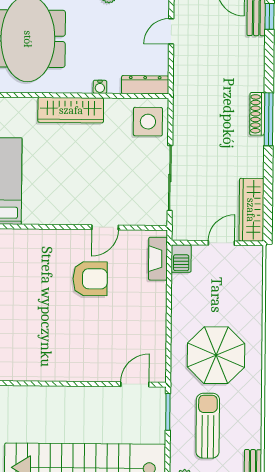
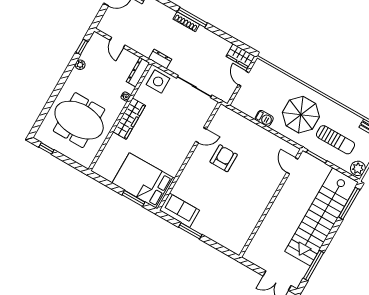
dresser: (182, 106) -> (160, 59), added
wardrobe: (251, 210) -> (240, 56), width x0.67
door: (105, 227) -> (201, 135), hinge flipped
fireplace: (158, 259) -> (233, 117), removed
barbecue: (181, 259) -> (264, 118), moved
sun lounger: (208, 426) -> (336, 140), turned 180

